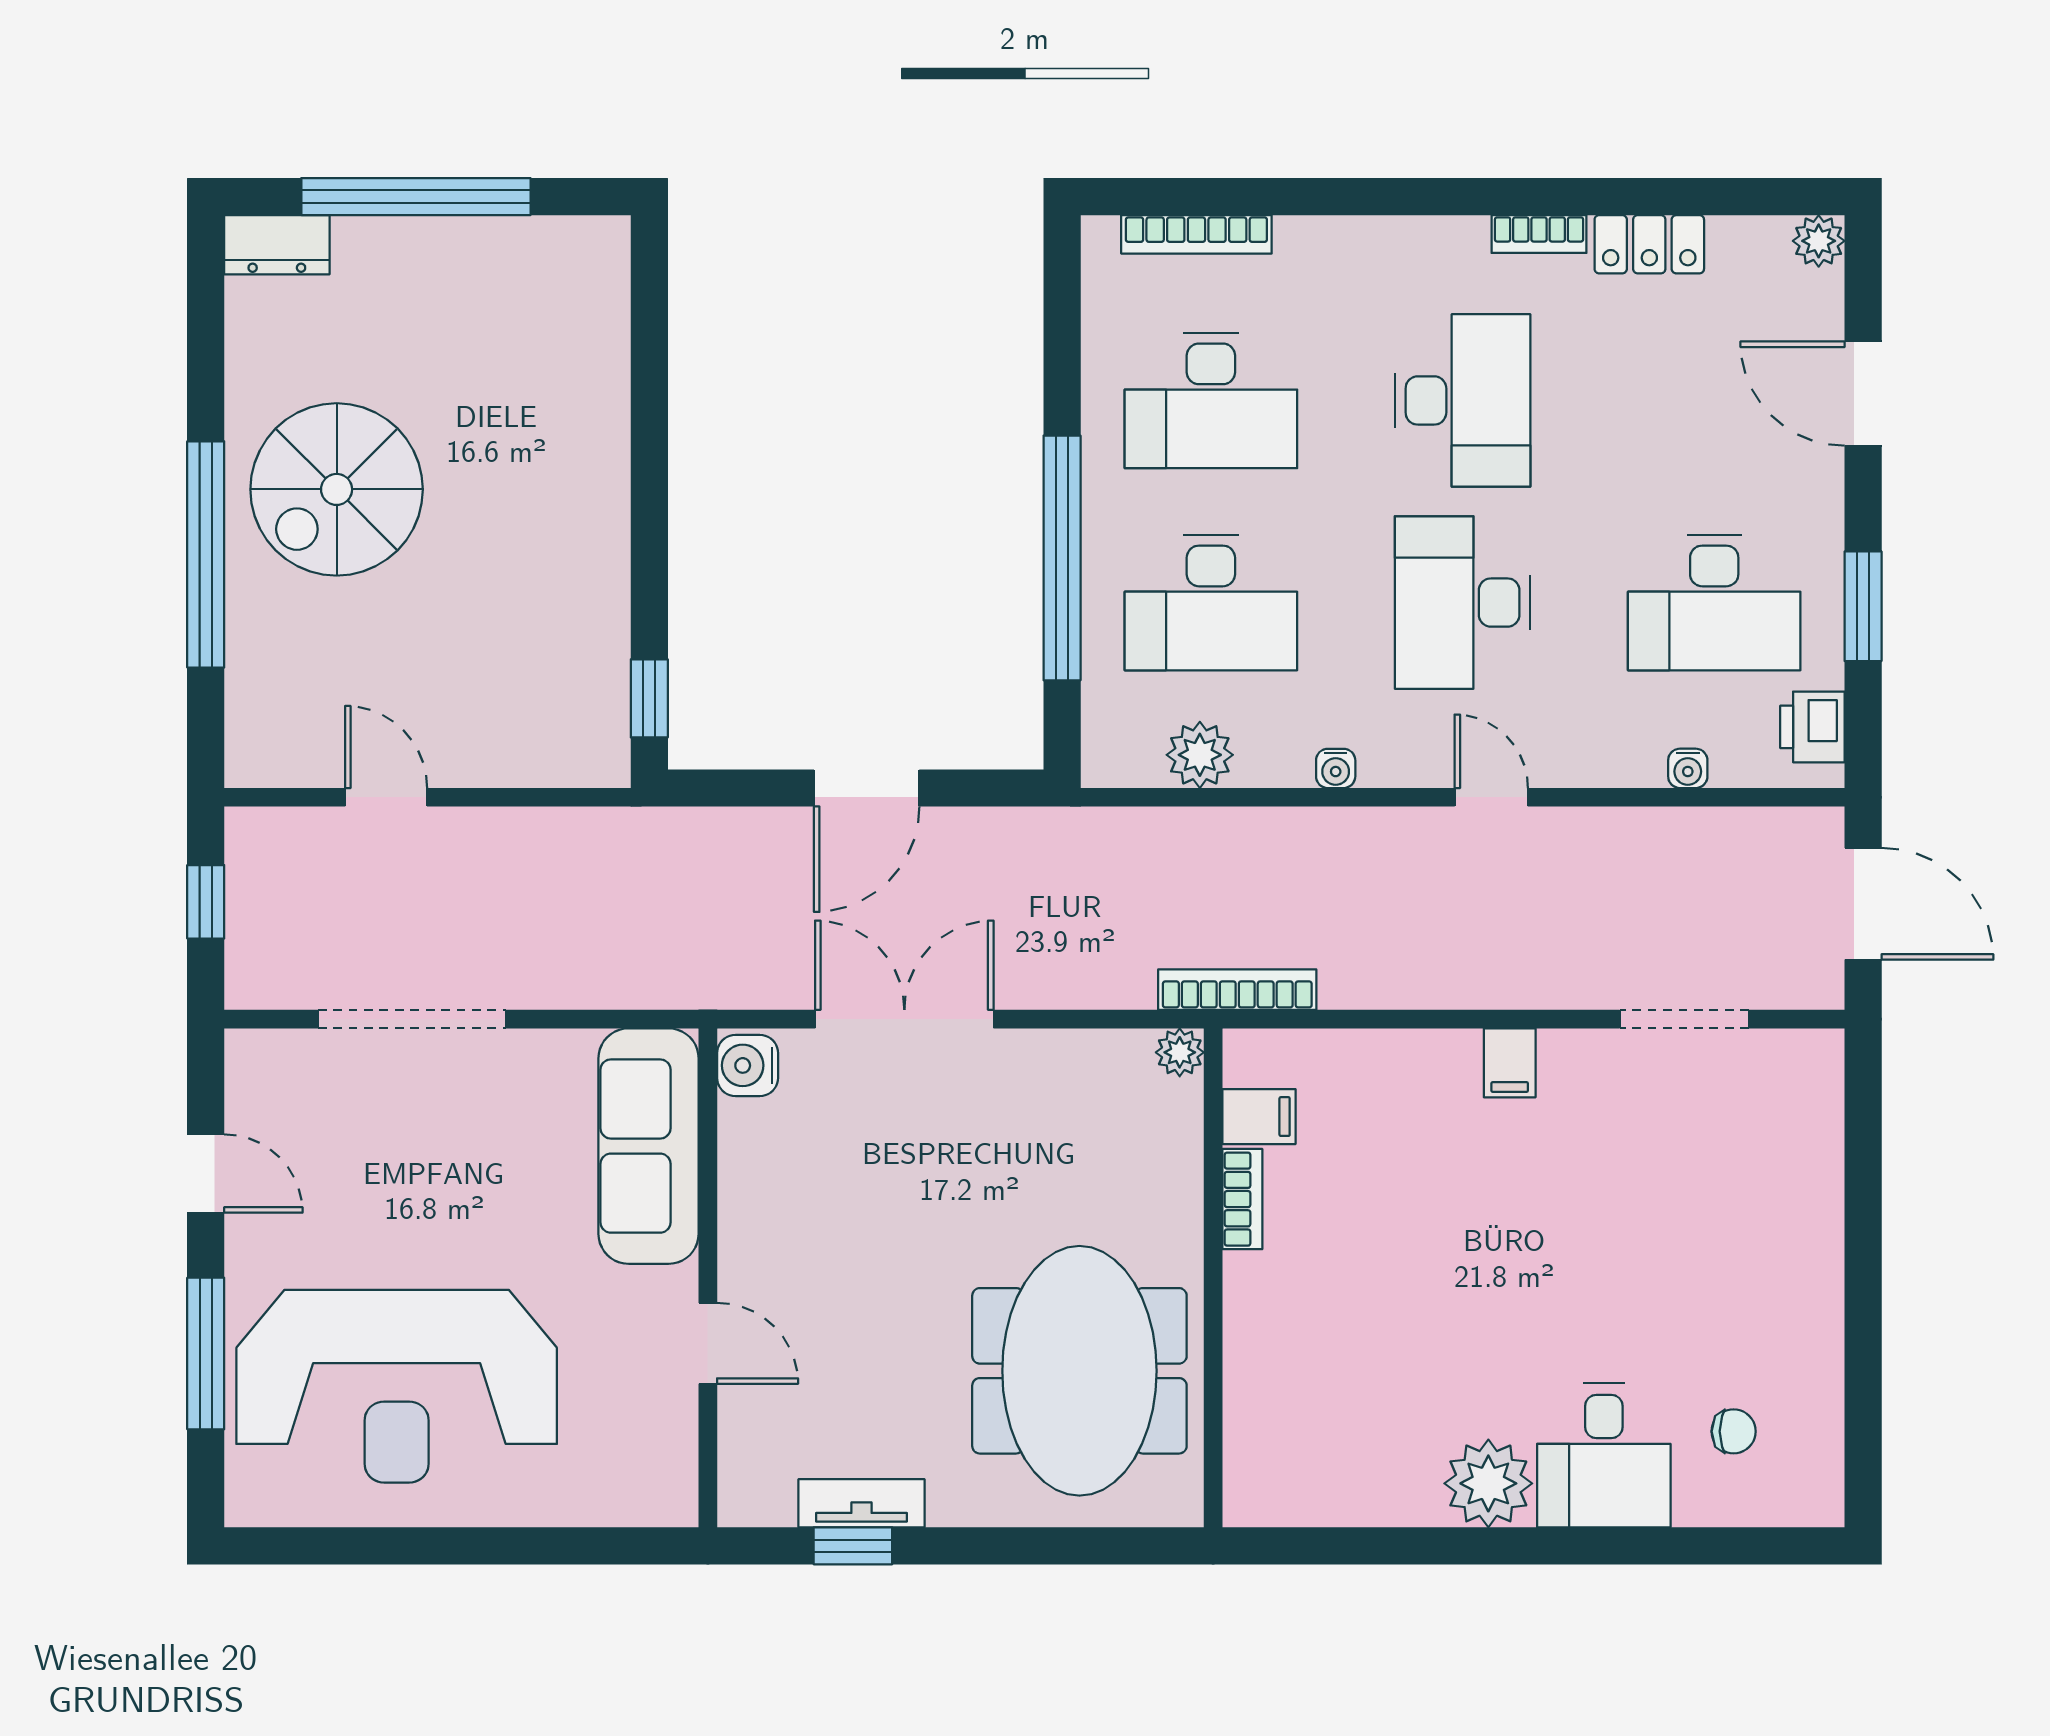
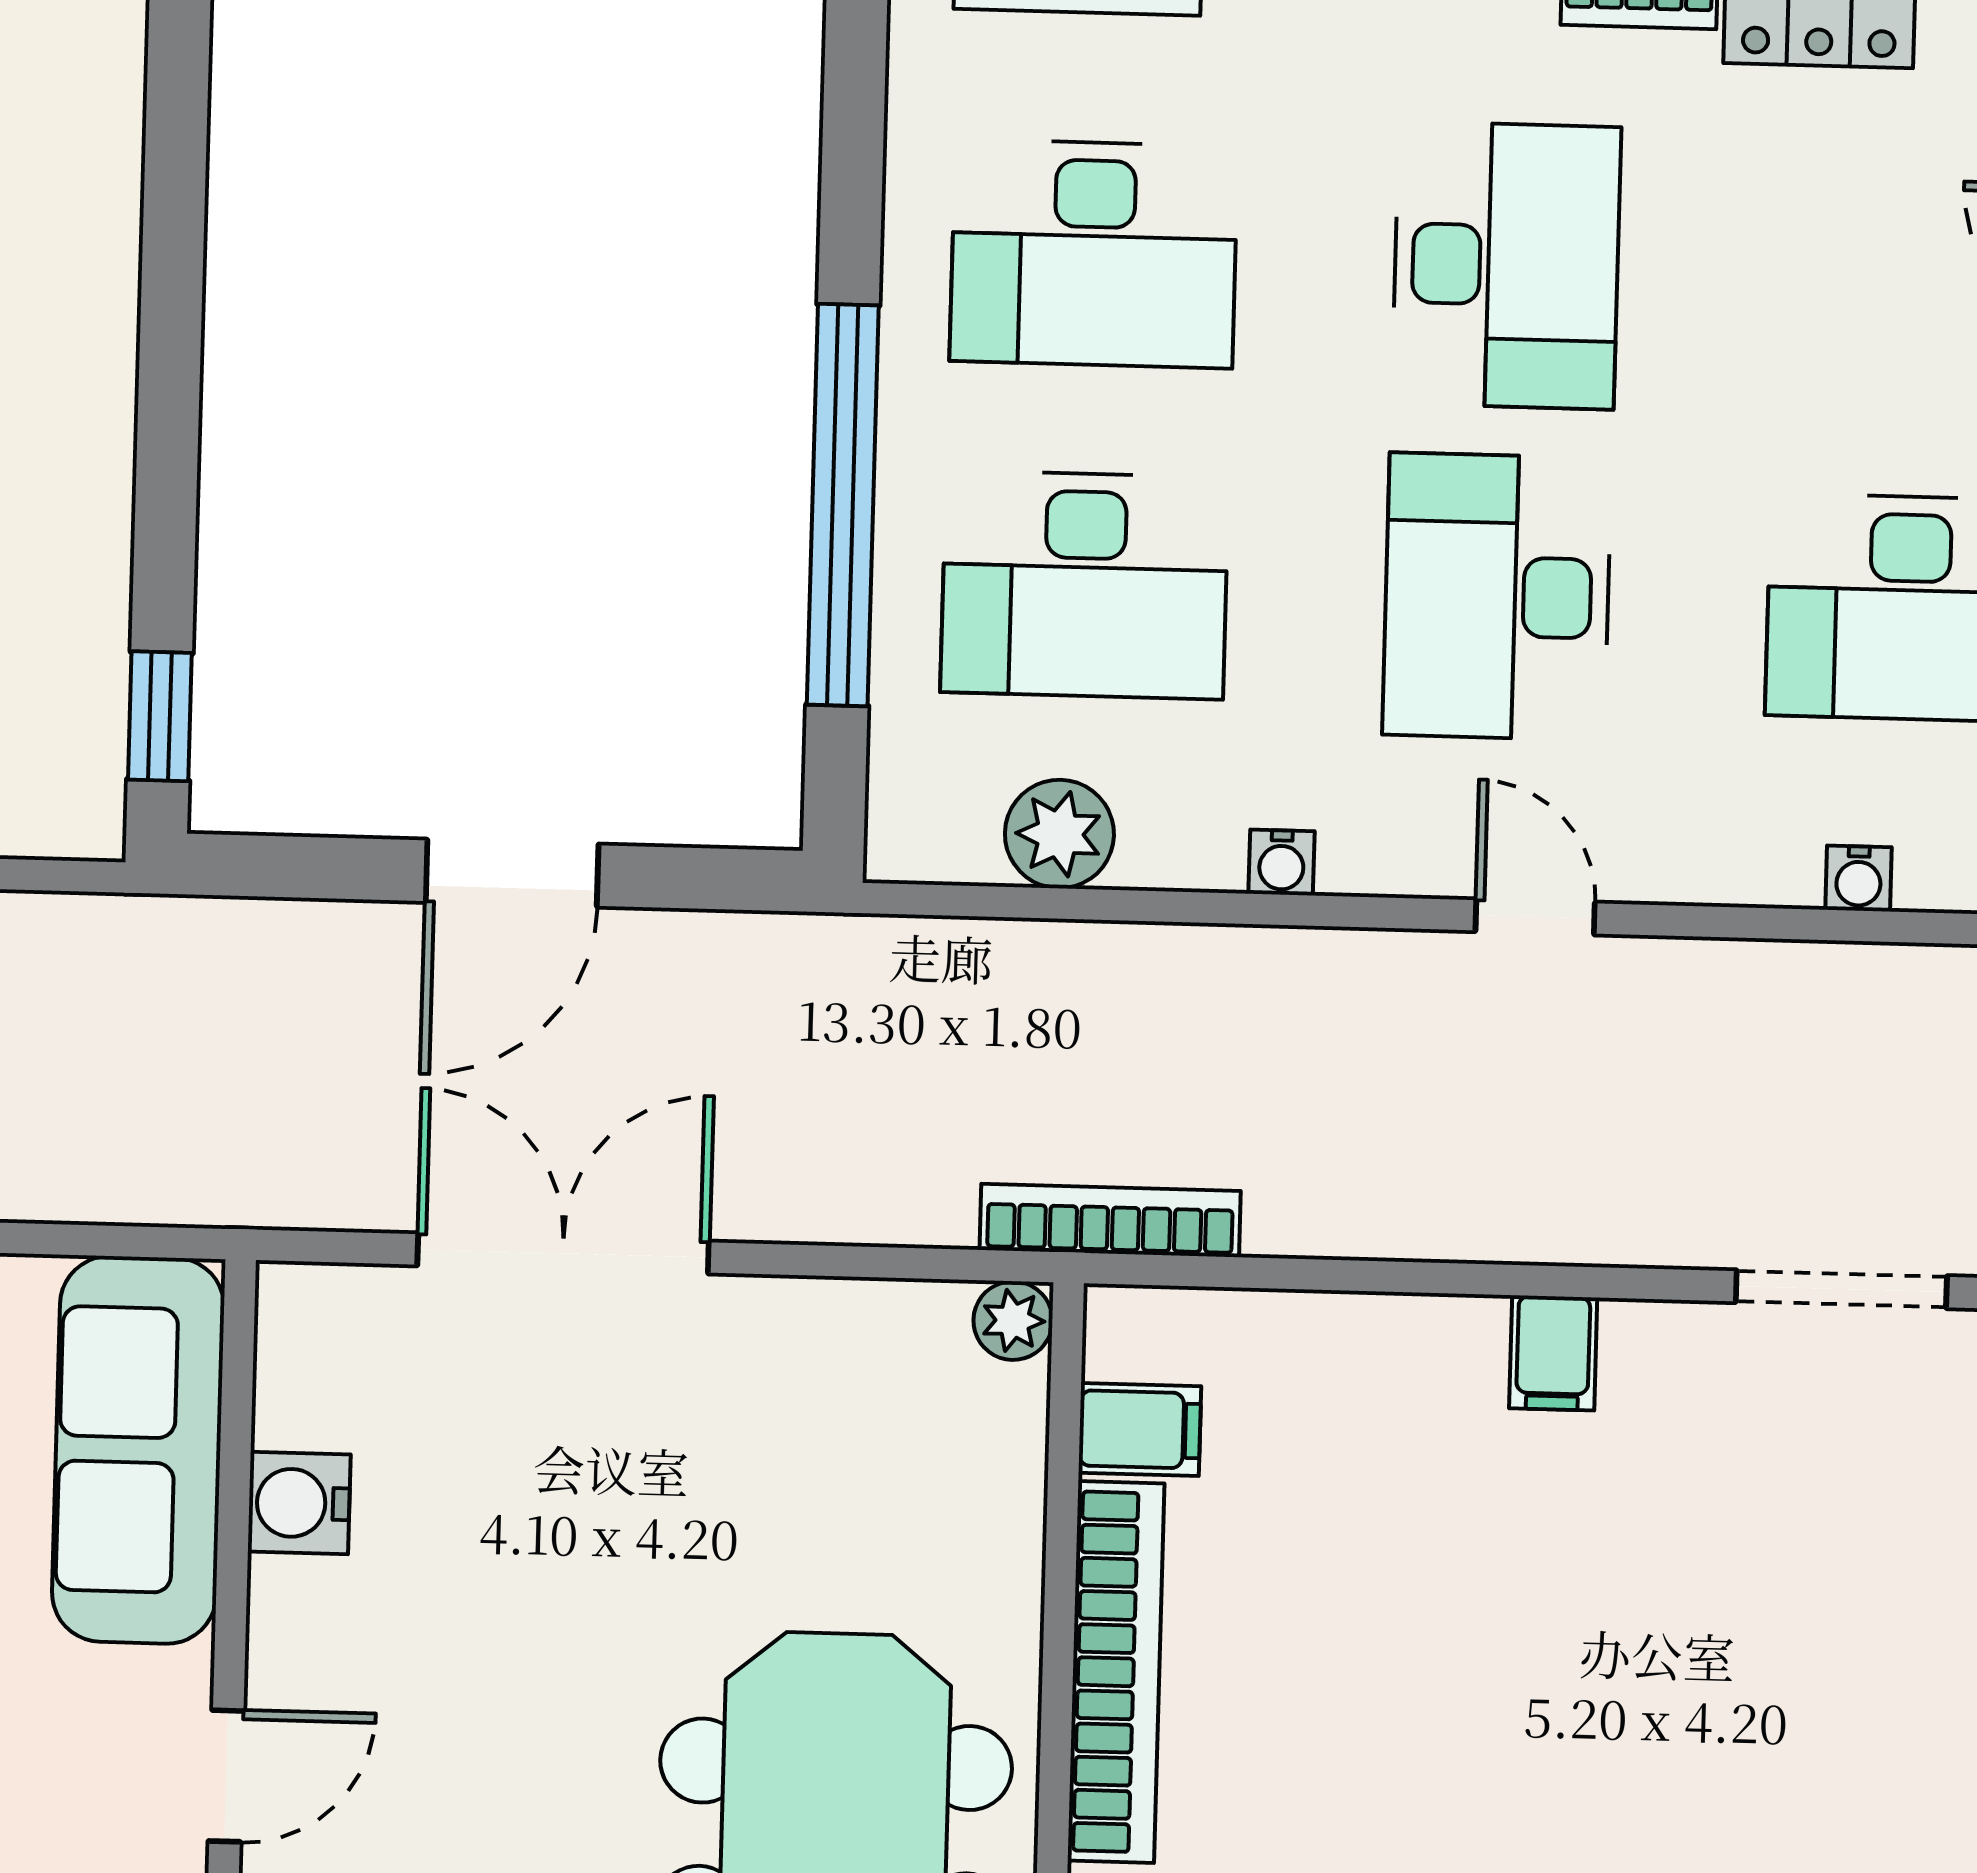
water cooler: (748, 1065) -> (299, 1503), moved
bookcase: (1242, 1199) -> (1116, 1672), width x2.31, depth x1.31
door: (708, 1343) -> (226, 1776), hinge flipped

